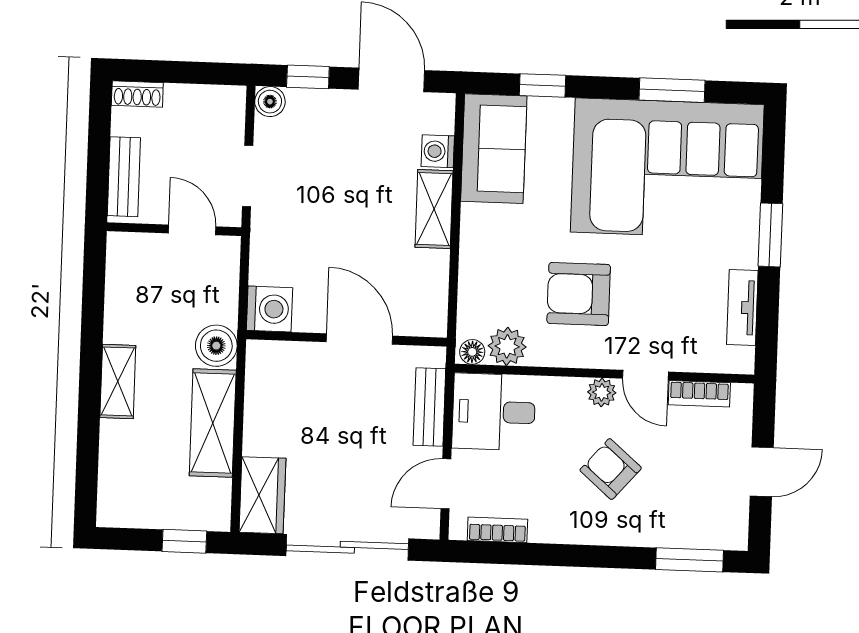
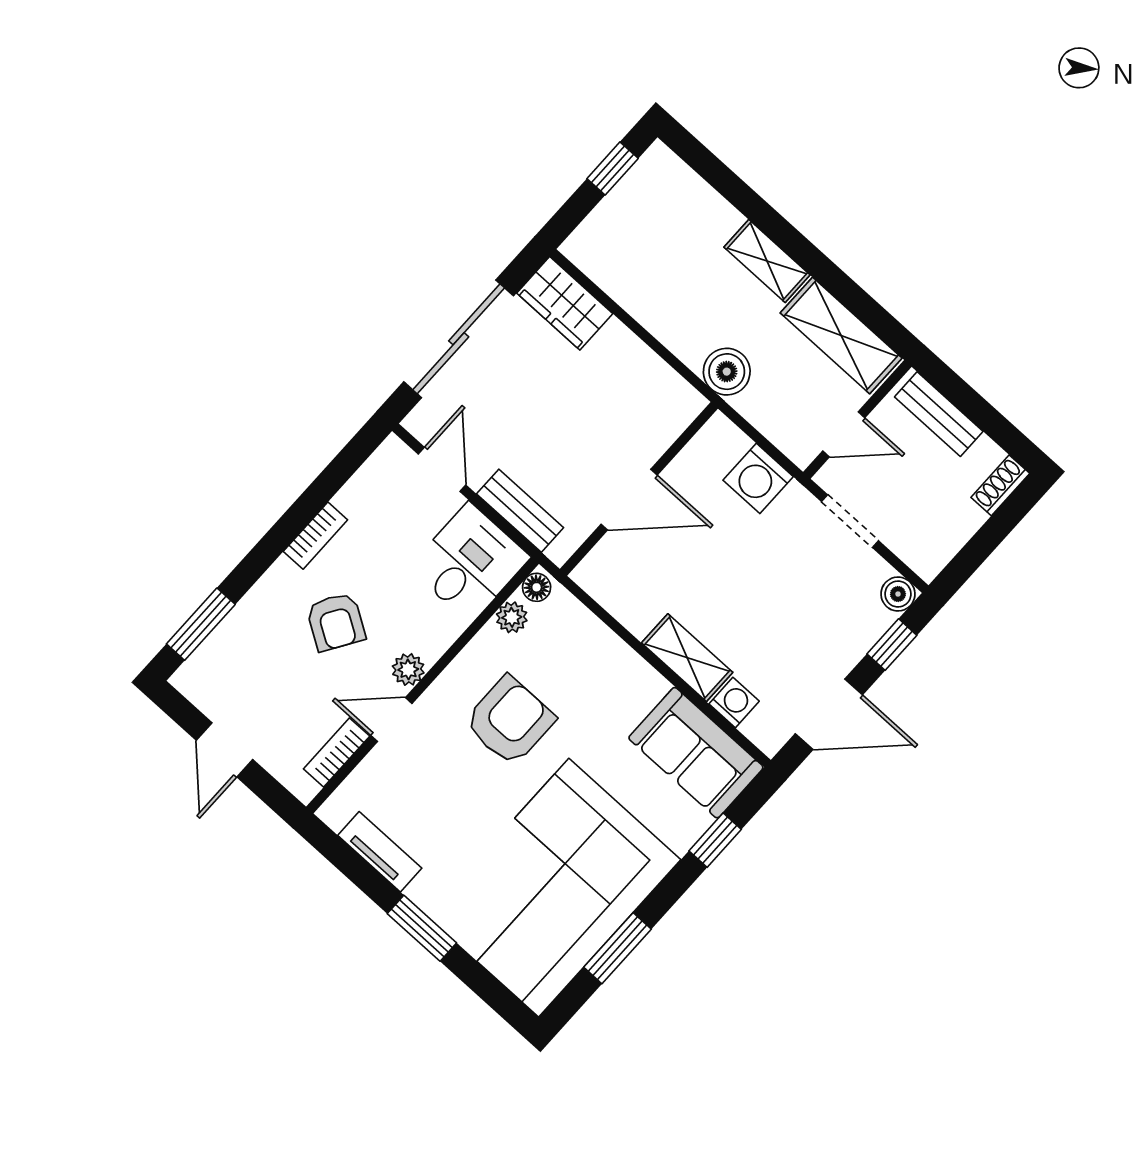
washing machine: (269, 309) -> (758, 478), moved
plant: (507, 346) -> (512, 617), width x0.73, depth x0.73
shelving: (213, 423) -> (841, 335), moved
armchair: (611, 469) -> (336, 622), turned 81
bookcase: (497, 530) -> (315, 536), moved
window: (184, 541) -> (613, 168), moved

